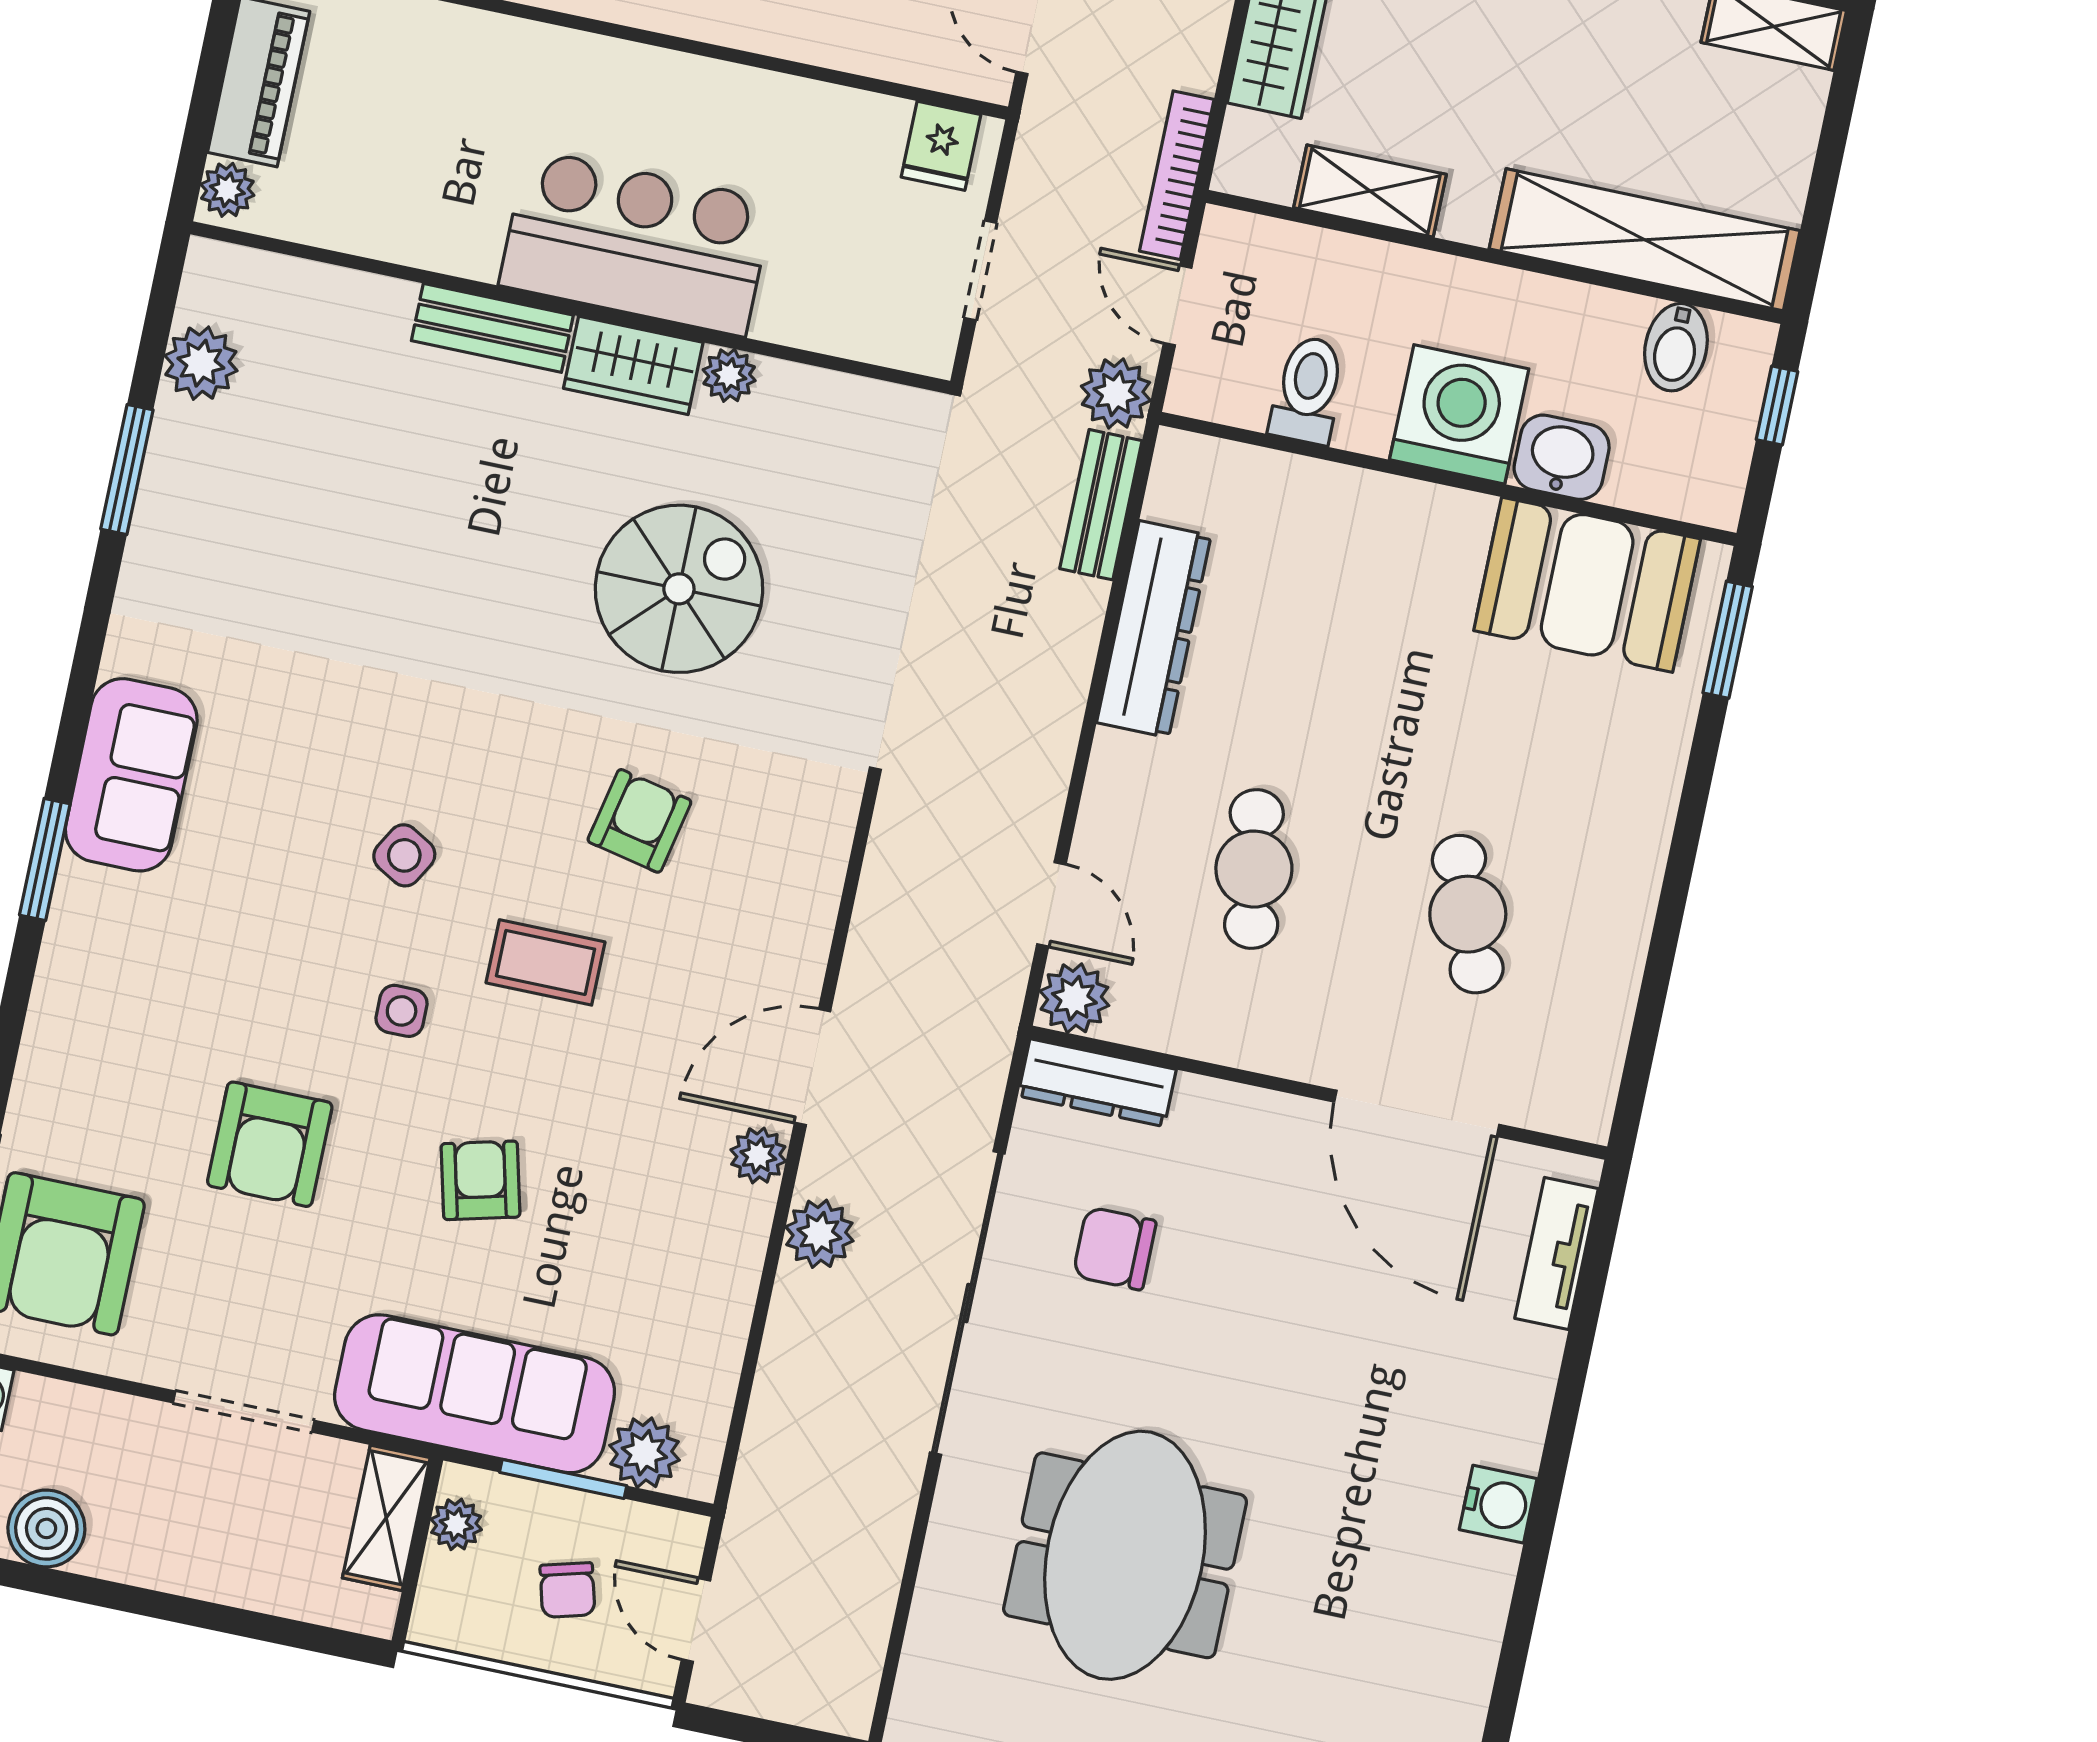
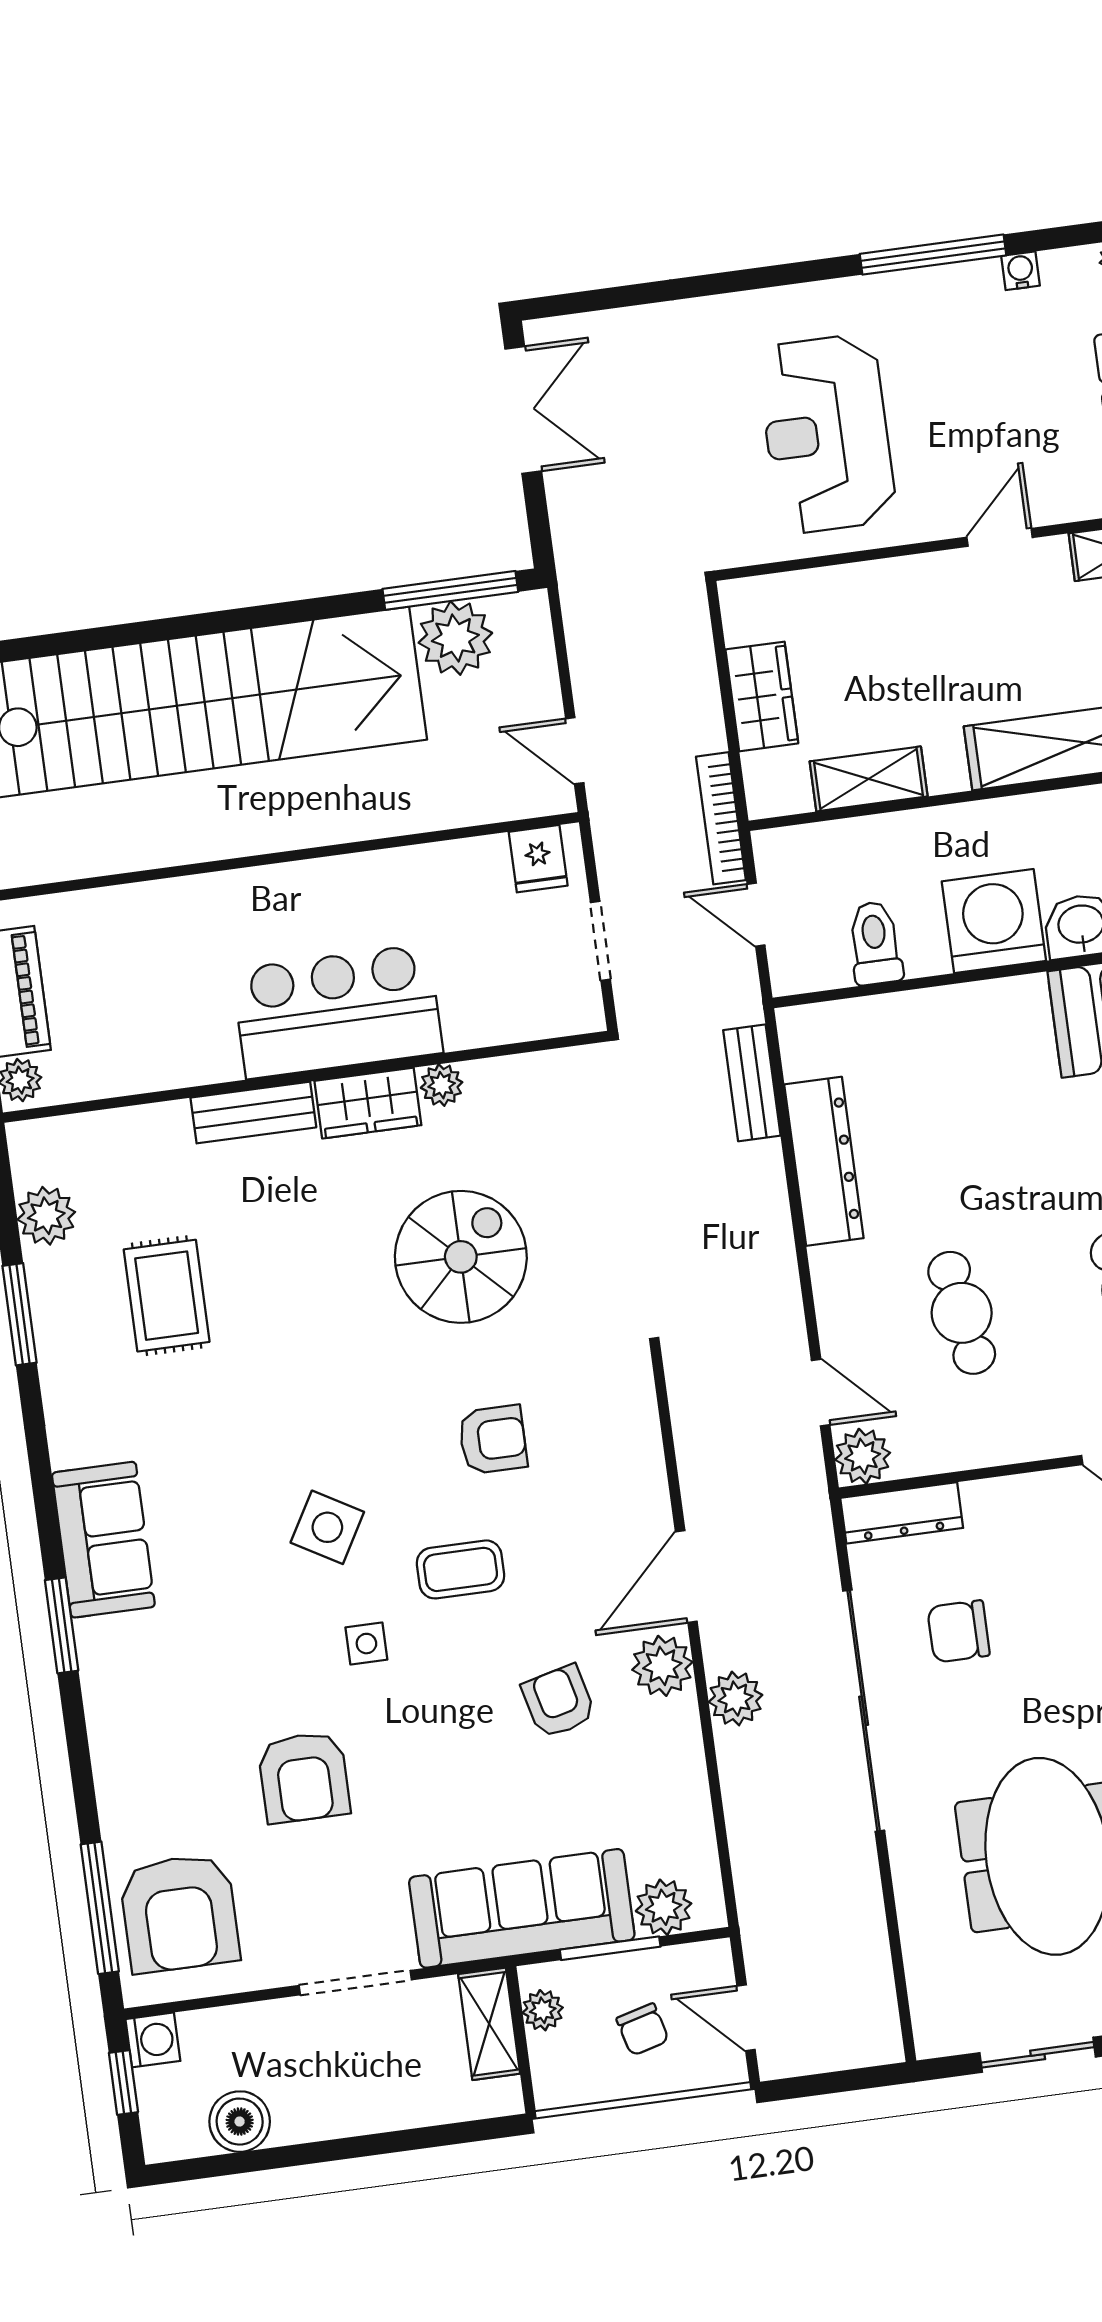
plant: (1116, 393) -> (734, 996), removed
rug: (311, 510) -> (167, 1296), added
armchair: (639, 821) -> (493, 1440), turned 78
side table: (404, 855) -> (327, 1527), width x1.37, depth x1.37
plant: (758, 1155) -> (662, 1666), width x1.38, depth x1.38
armchair: (480, 1180) -> (559, 1701), moved

